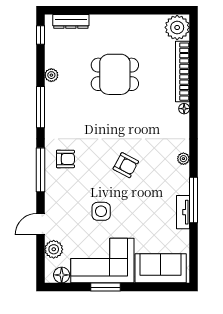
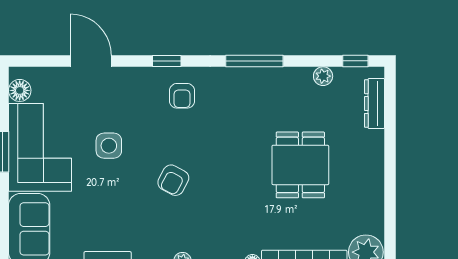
plant: (51, 75) -> (323, 76), moved
window: (41, 170) -> (167, 61), width x0.46
door: (41, 224) -> (91, 61), width x1.38
plant: (54, 249) -> (56, 79), removed

